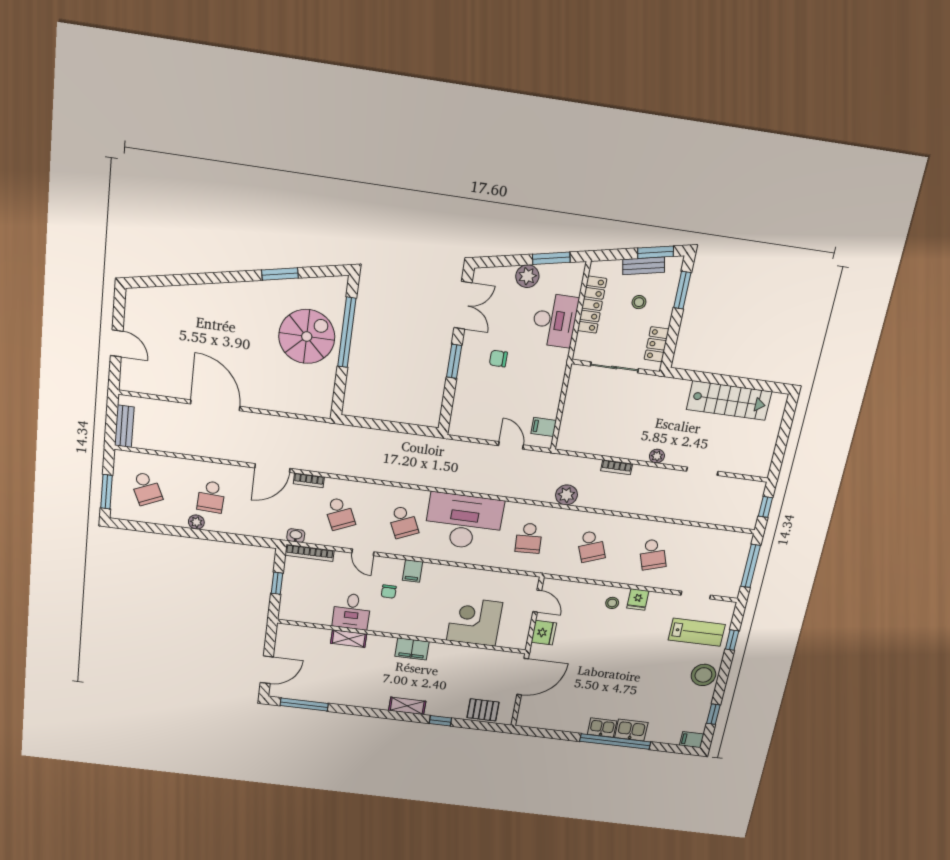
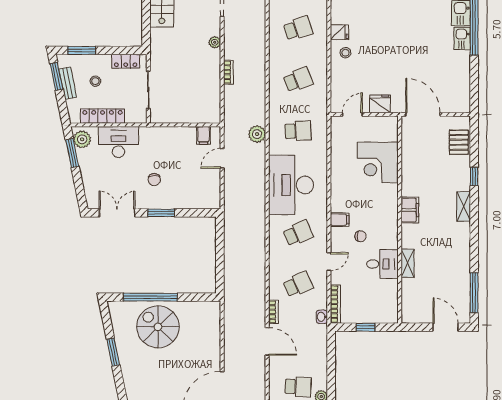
plant: (527, 276) -> (82, 139), moved
plant: (566, 495) -> (257, 134), moved

